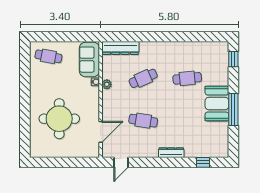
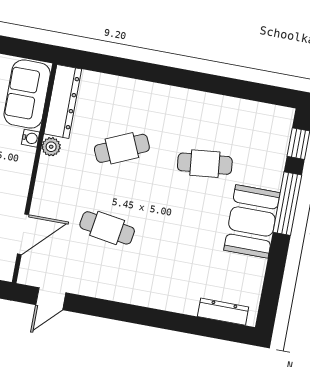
dresser: (120, 48) -> (63, 101), moved, turned -90
window: (233, 109) -> (287, 204), moved
dresser: (171, 153) -> (223, 312), moved
window: (203, 162) -> (205, 327), removed

